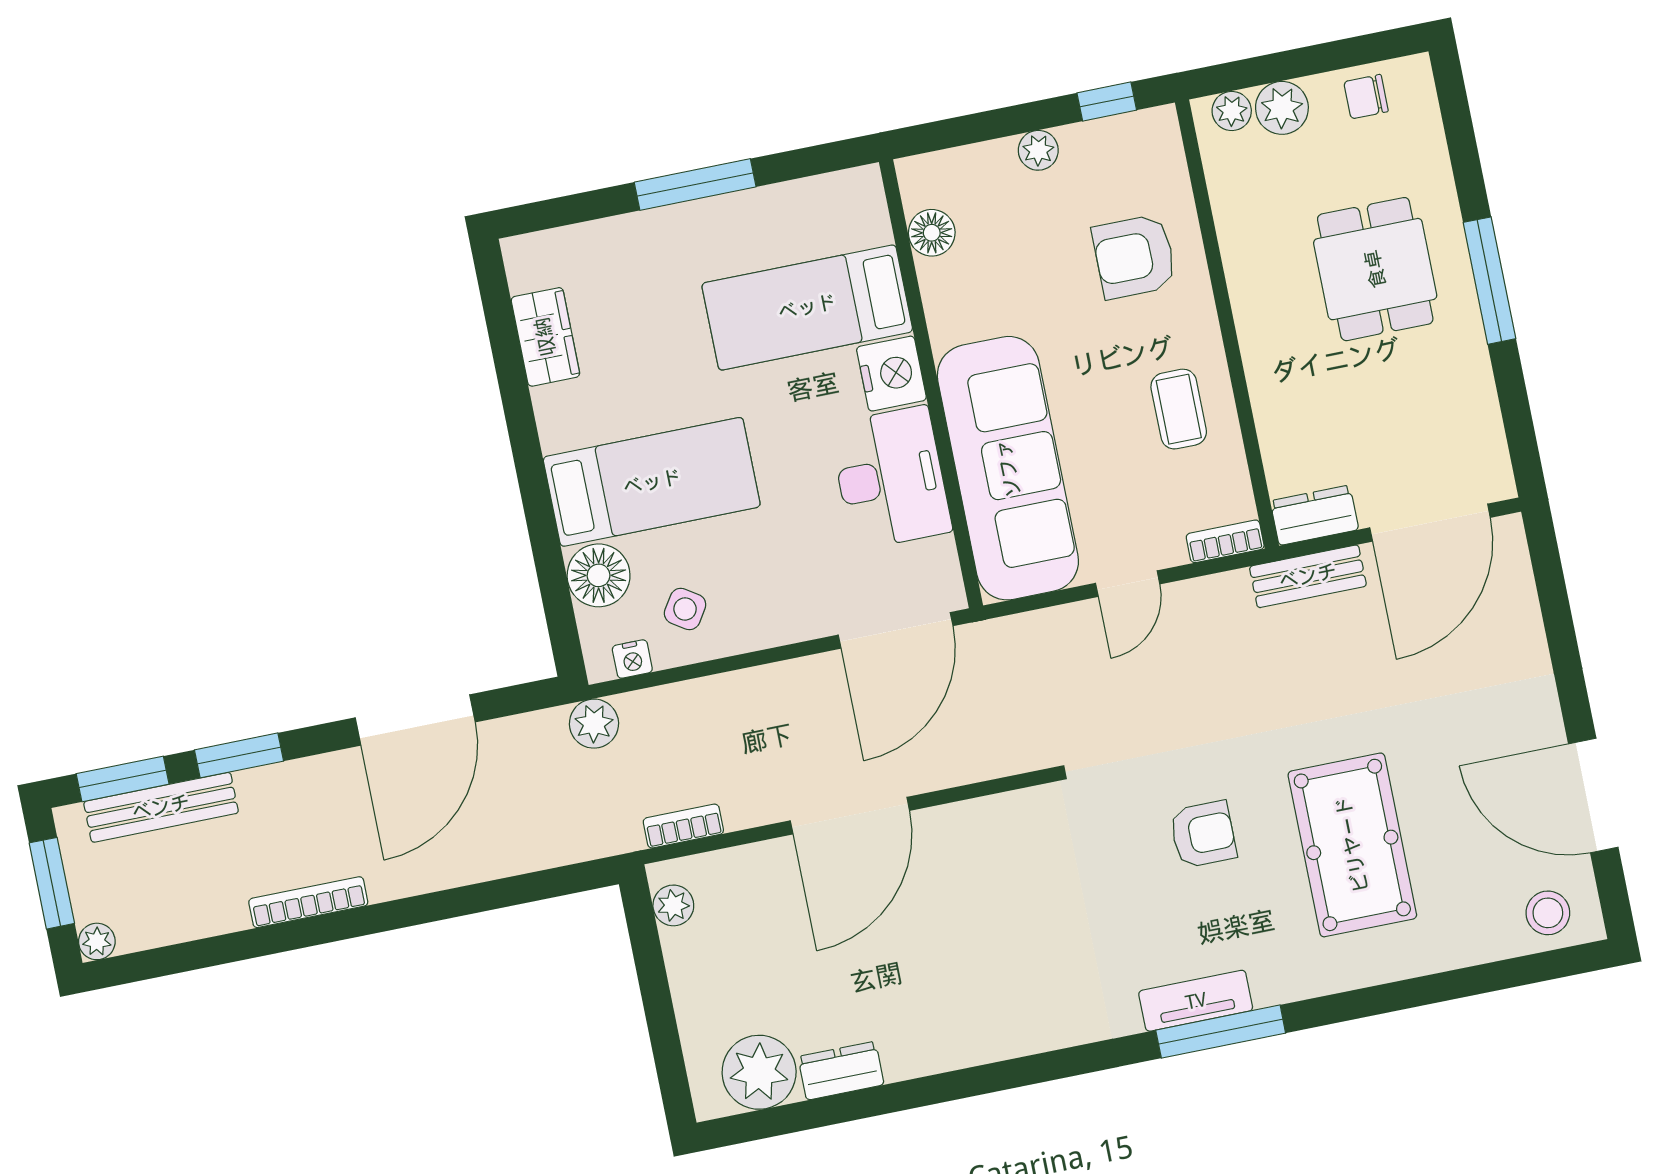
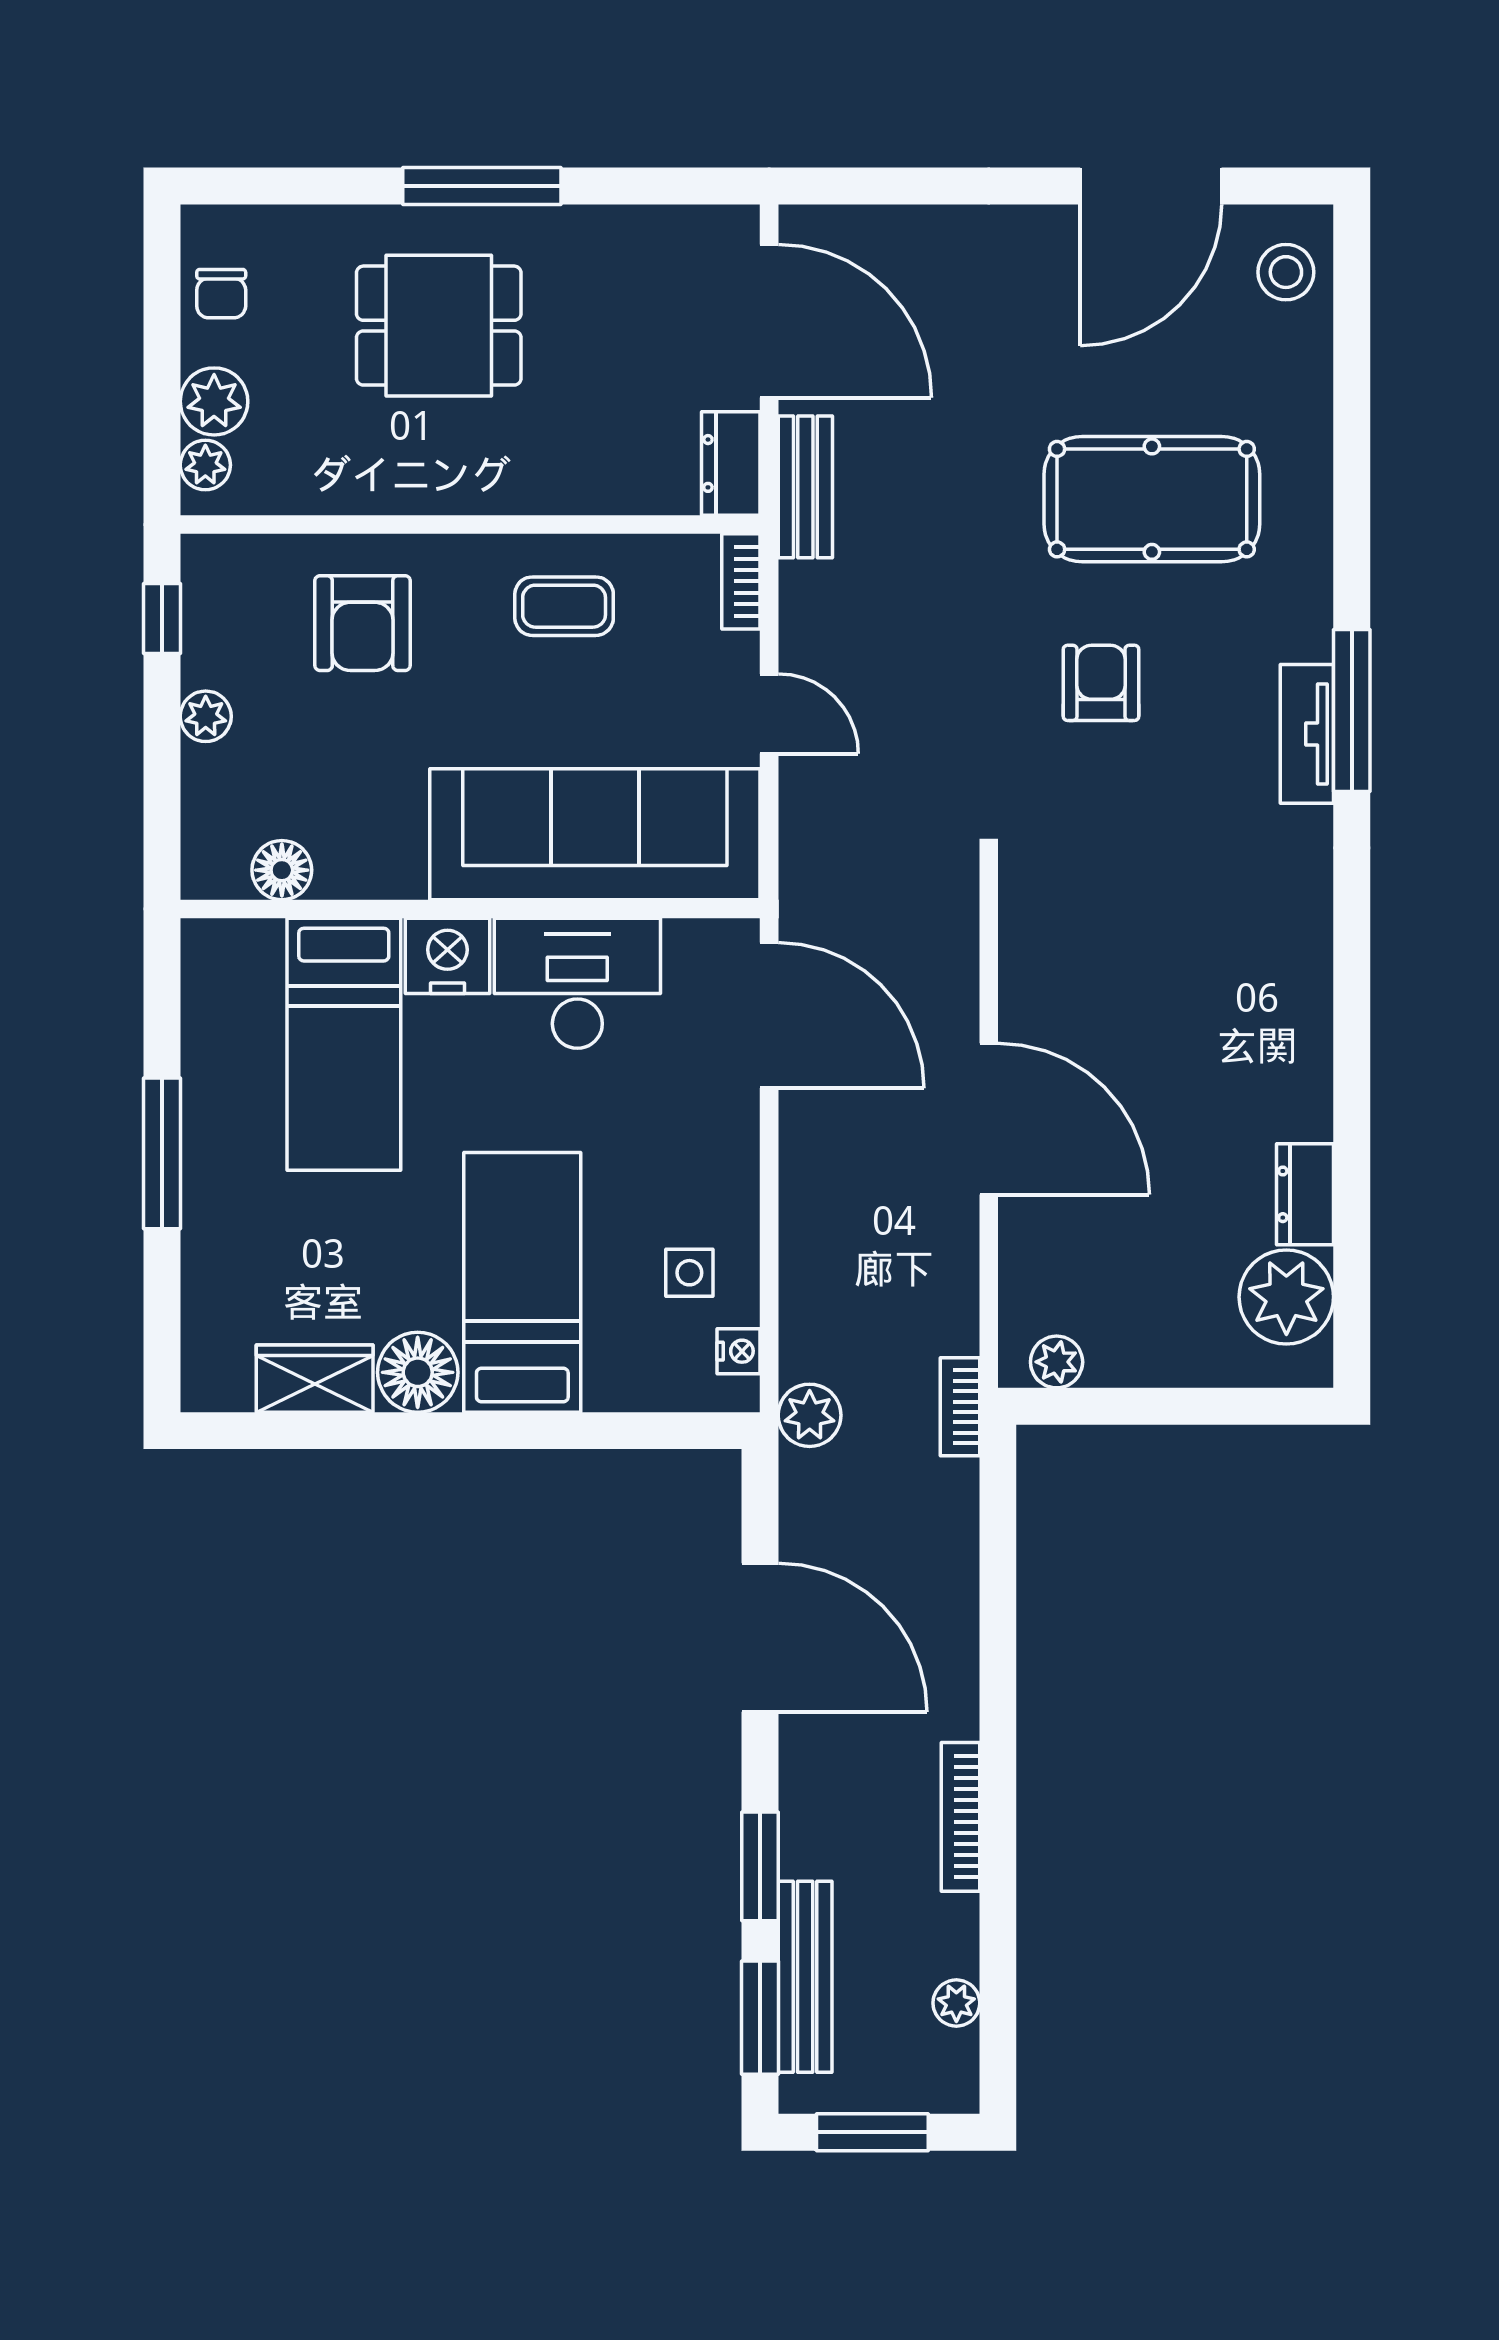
floor lamp: (599, 575) -> (418, 1372), moved
side table: (685, 609) -> (689, 1273), turned -33
bookcase: (683, 826) -> (960, 1407), moved
plant: (97, 941) -> (956, 2003), moved

